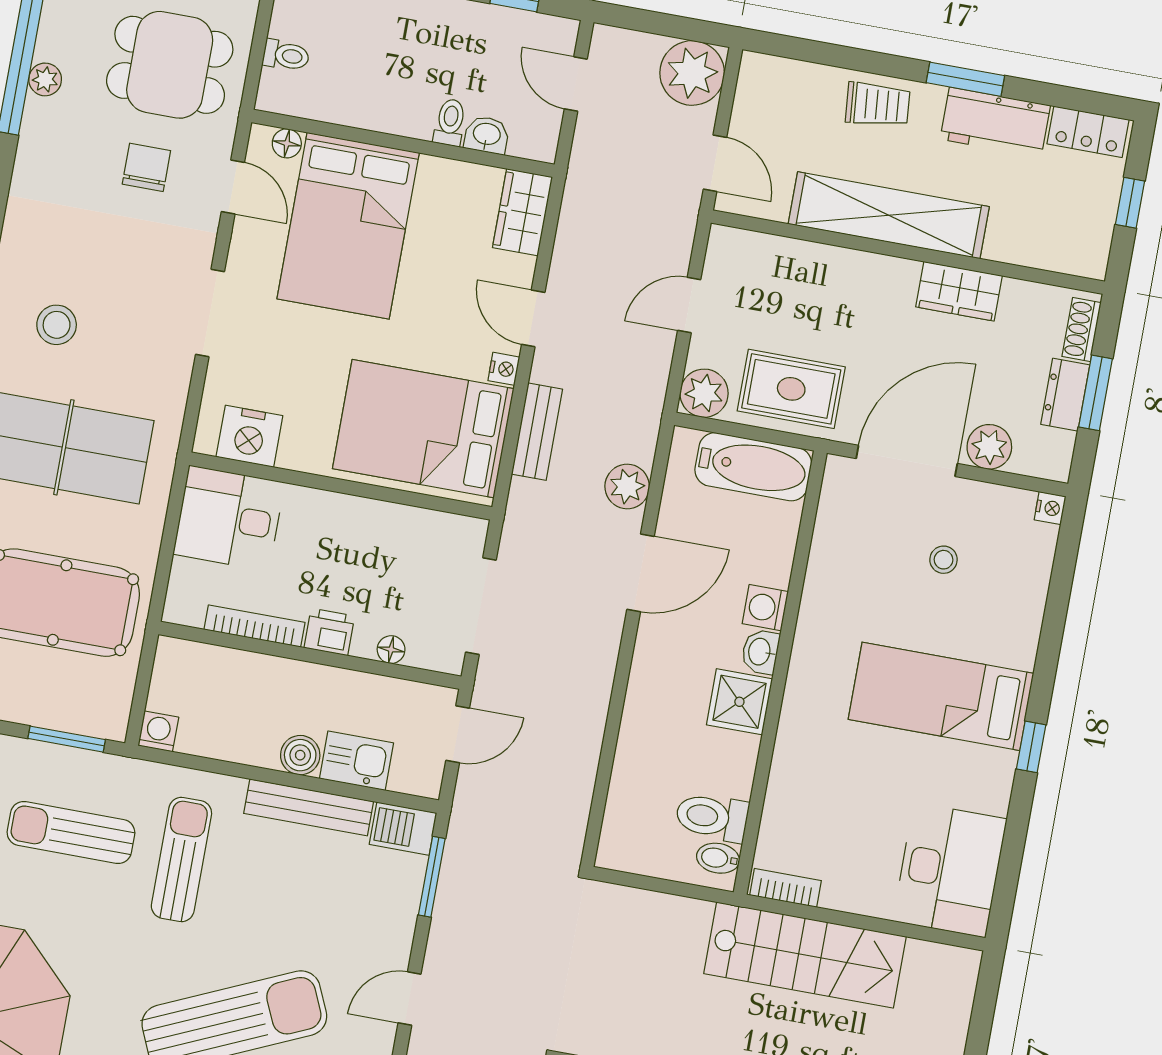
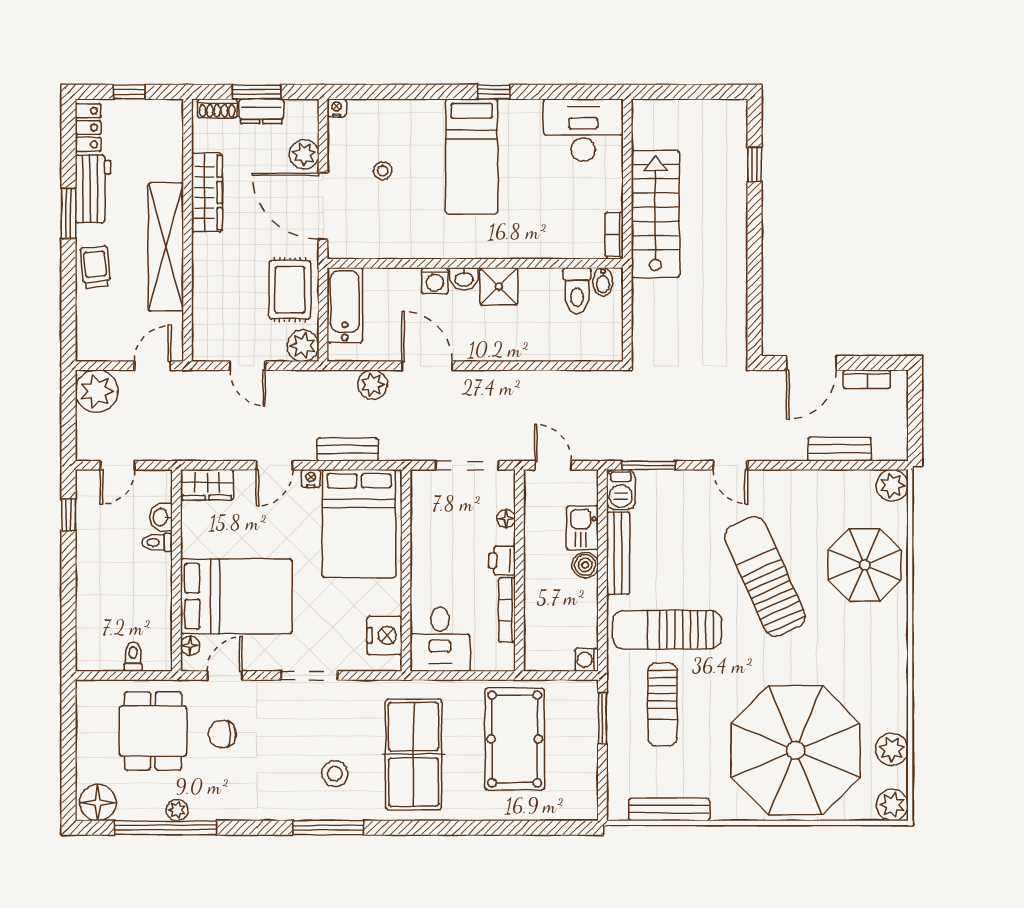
wardrobe: (959, 291) -> (207, 192), width x1.50
sun lounger: (181, 859) -> (667, 630), width x1.36, depth x1.34

